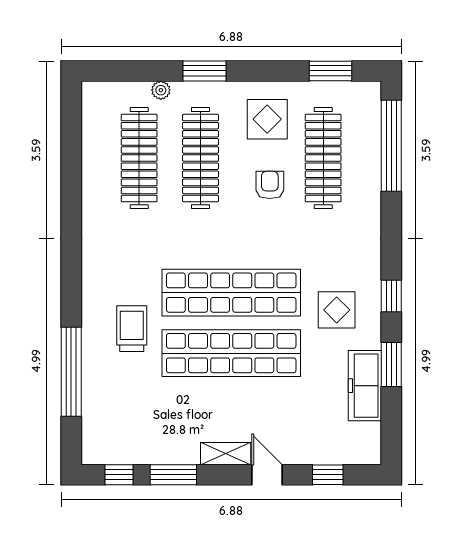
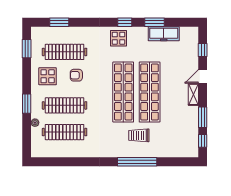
window: (391, 146) -> (59, 22), width x0.47
display table: (337, 310) -> (118, 38), moved
window: (71, 372) -> (137, 162), moved

